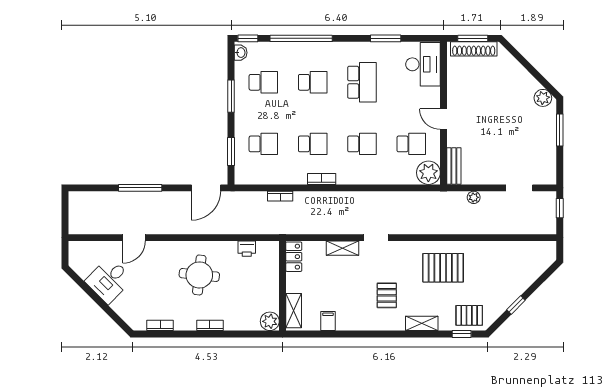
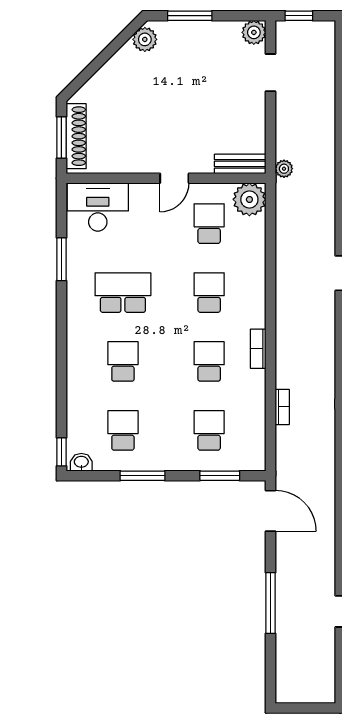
window: (301, 38) -> (61, 378), removed
plant: (548, 176) -> (254, 32), added
plant: (474, 197) -> (284, 169), moved

